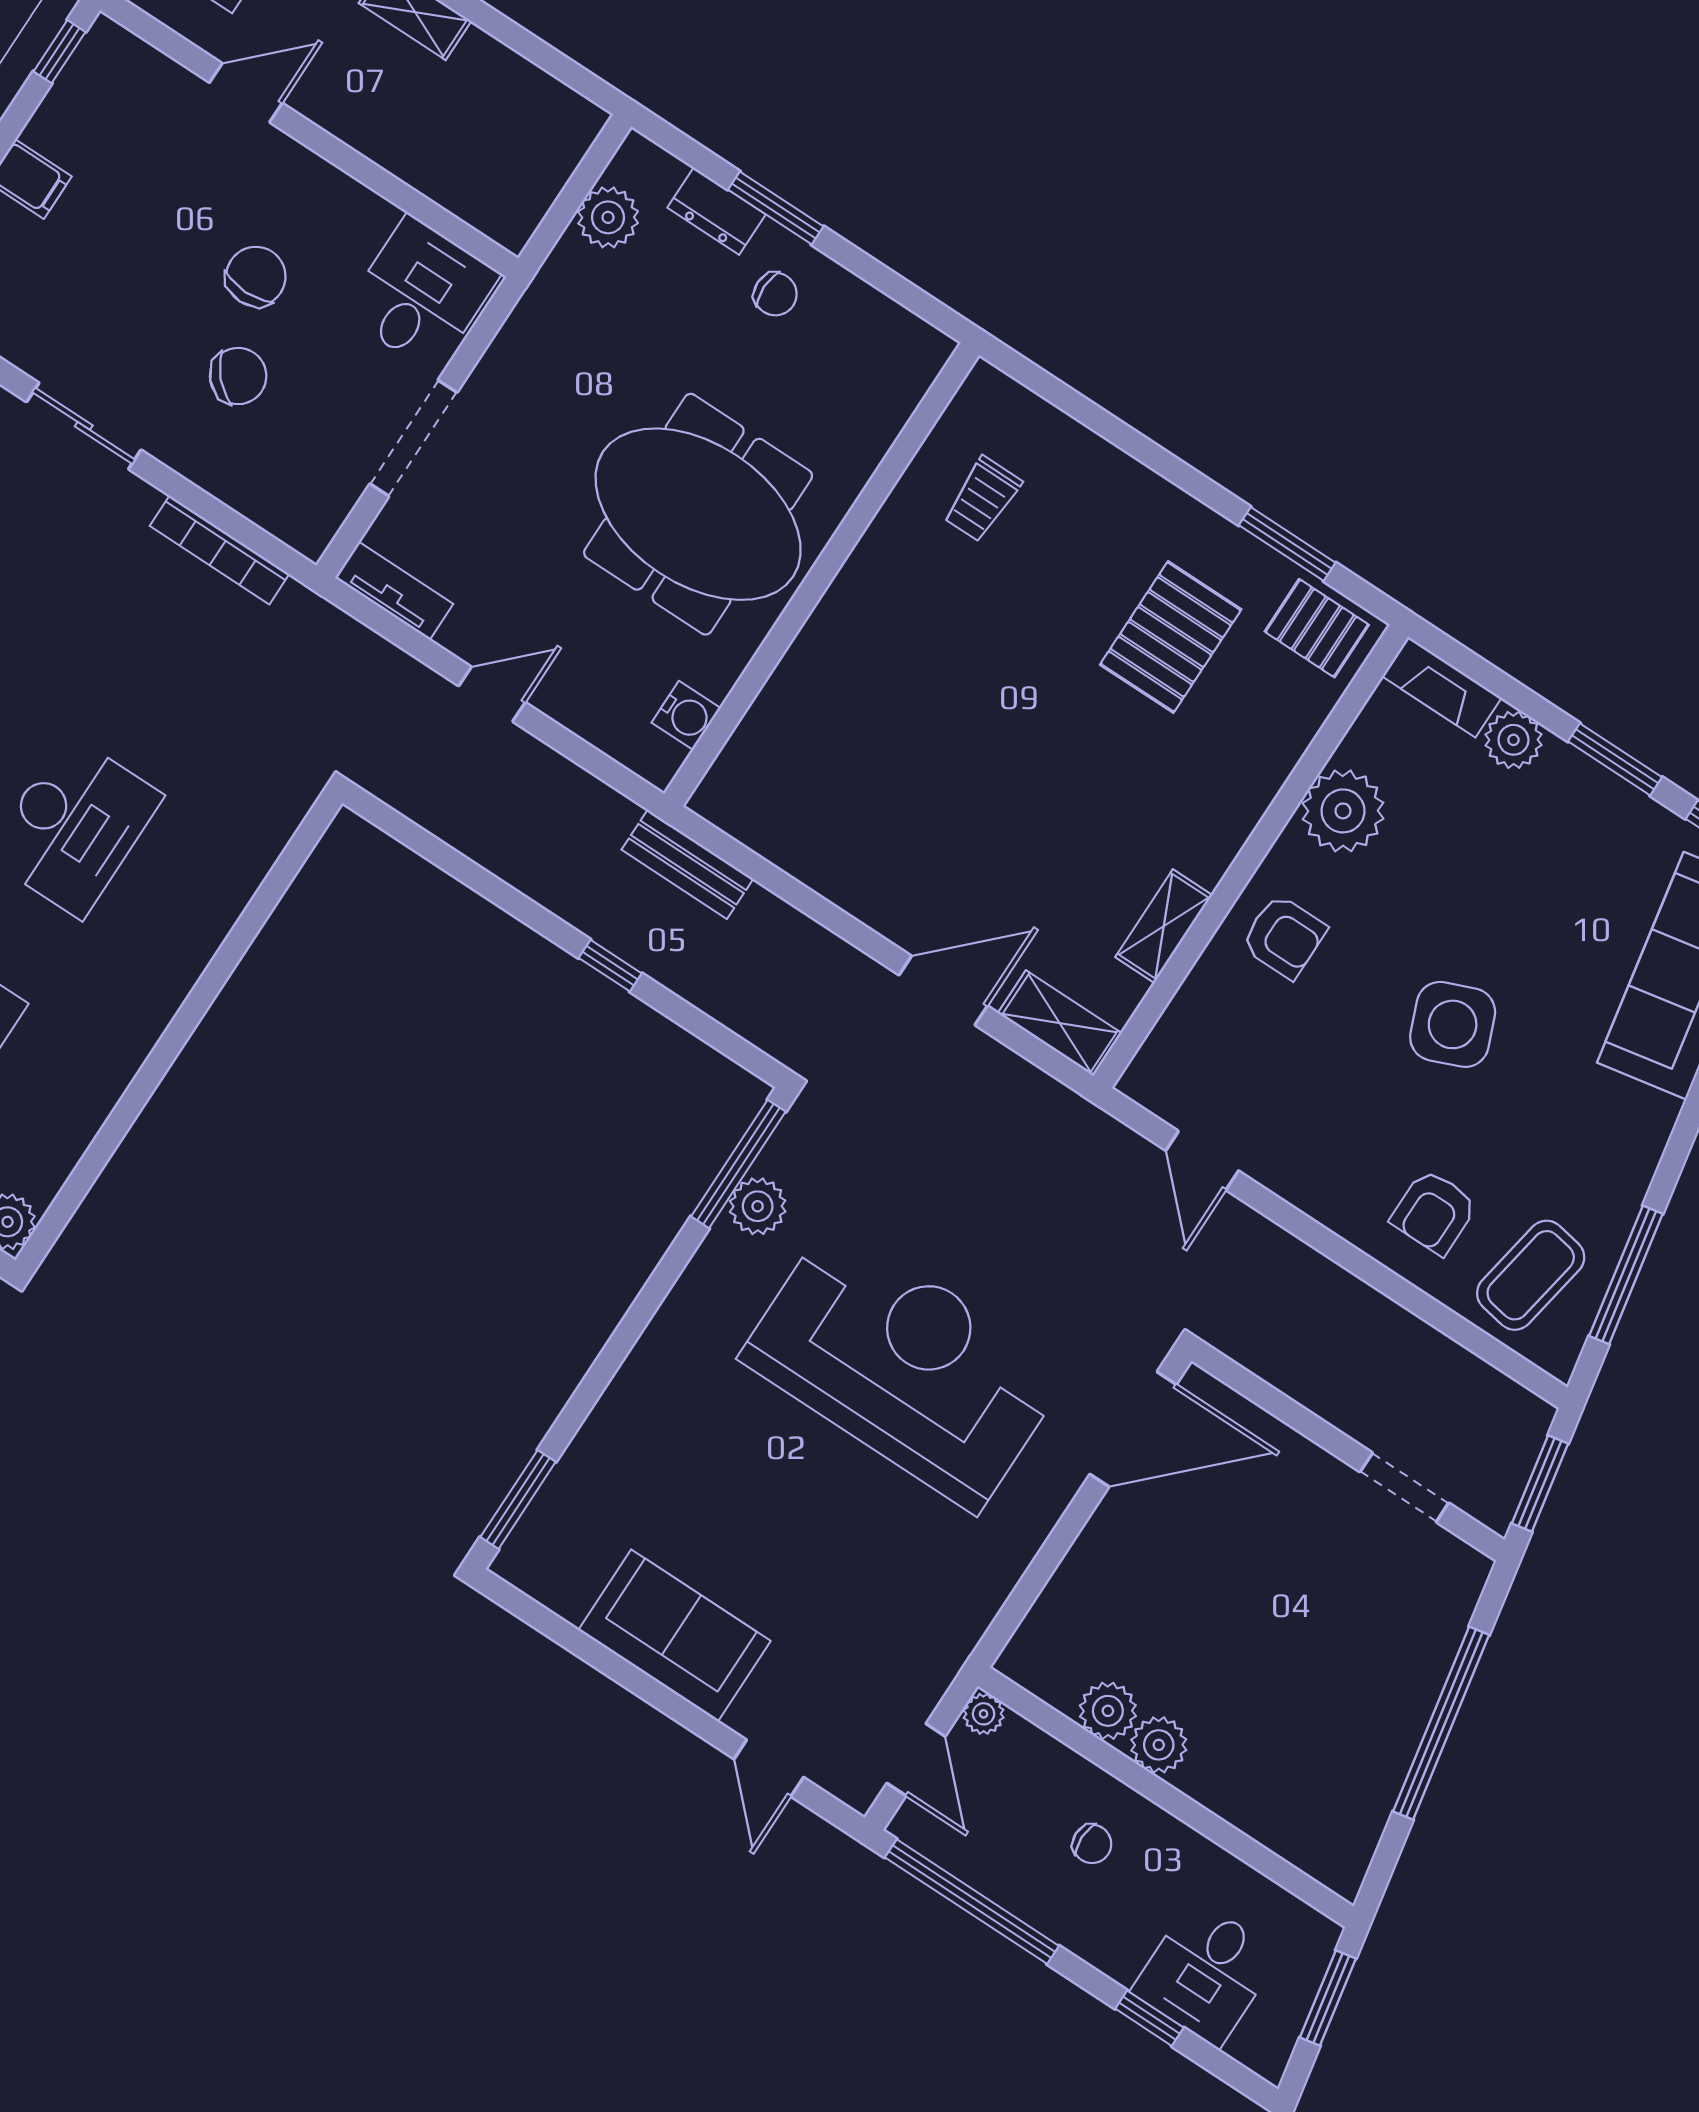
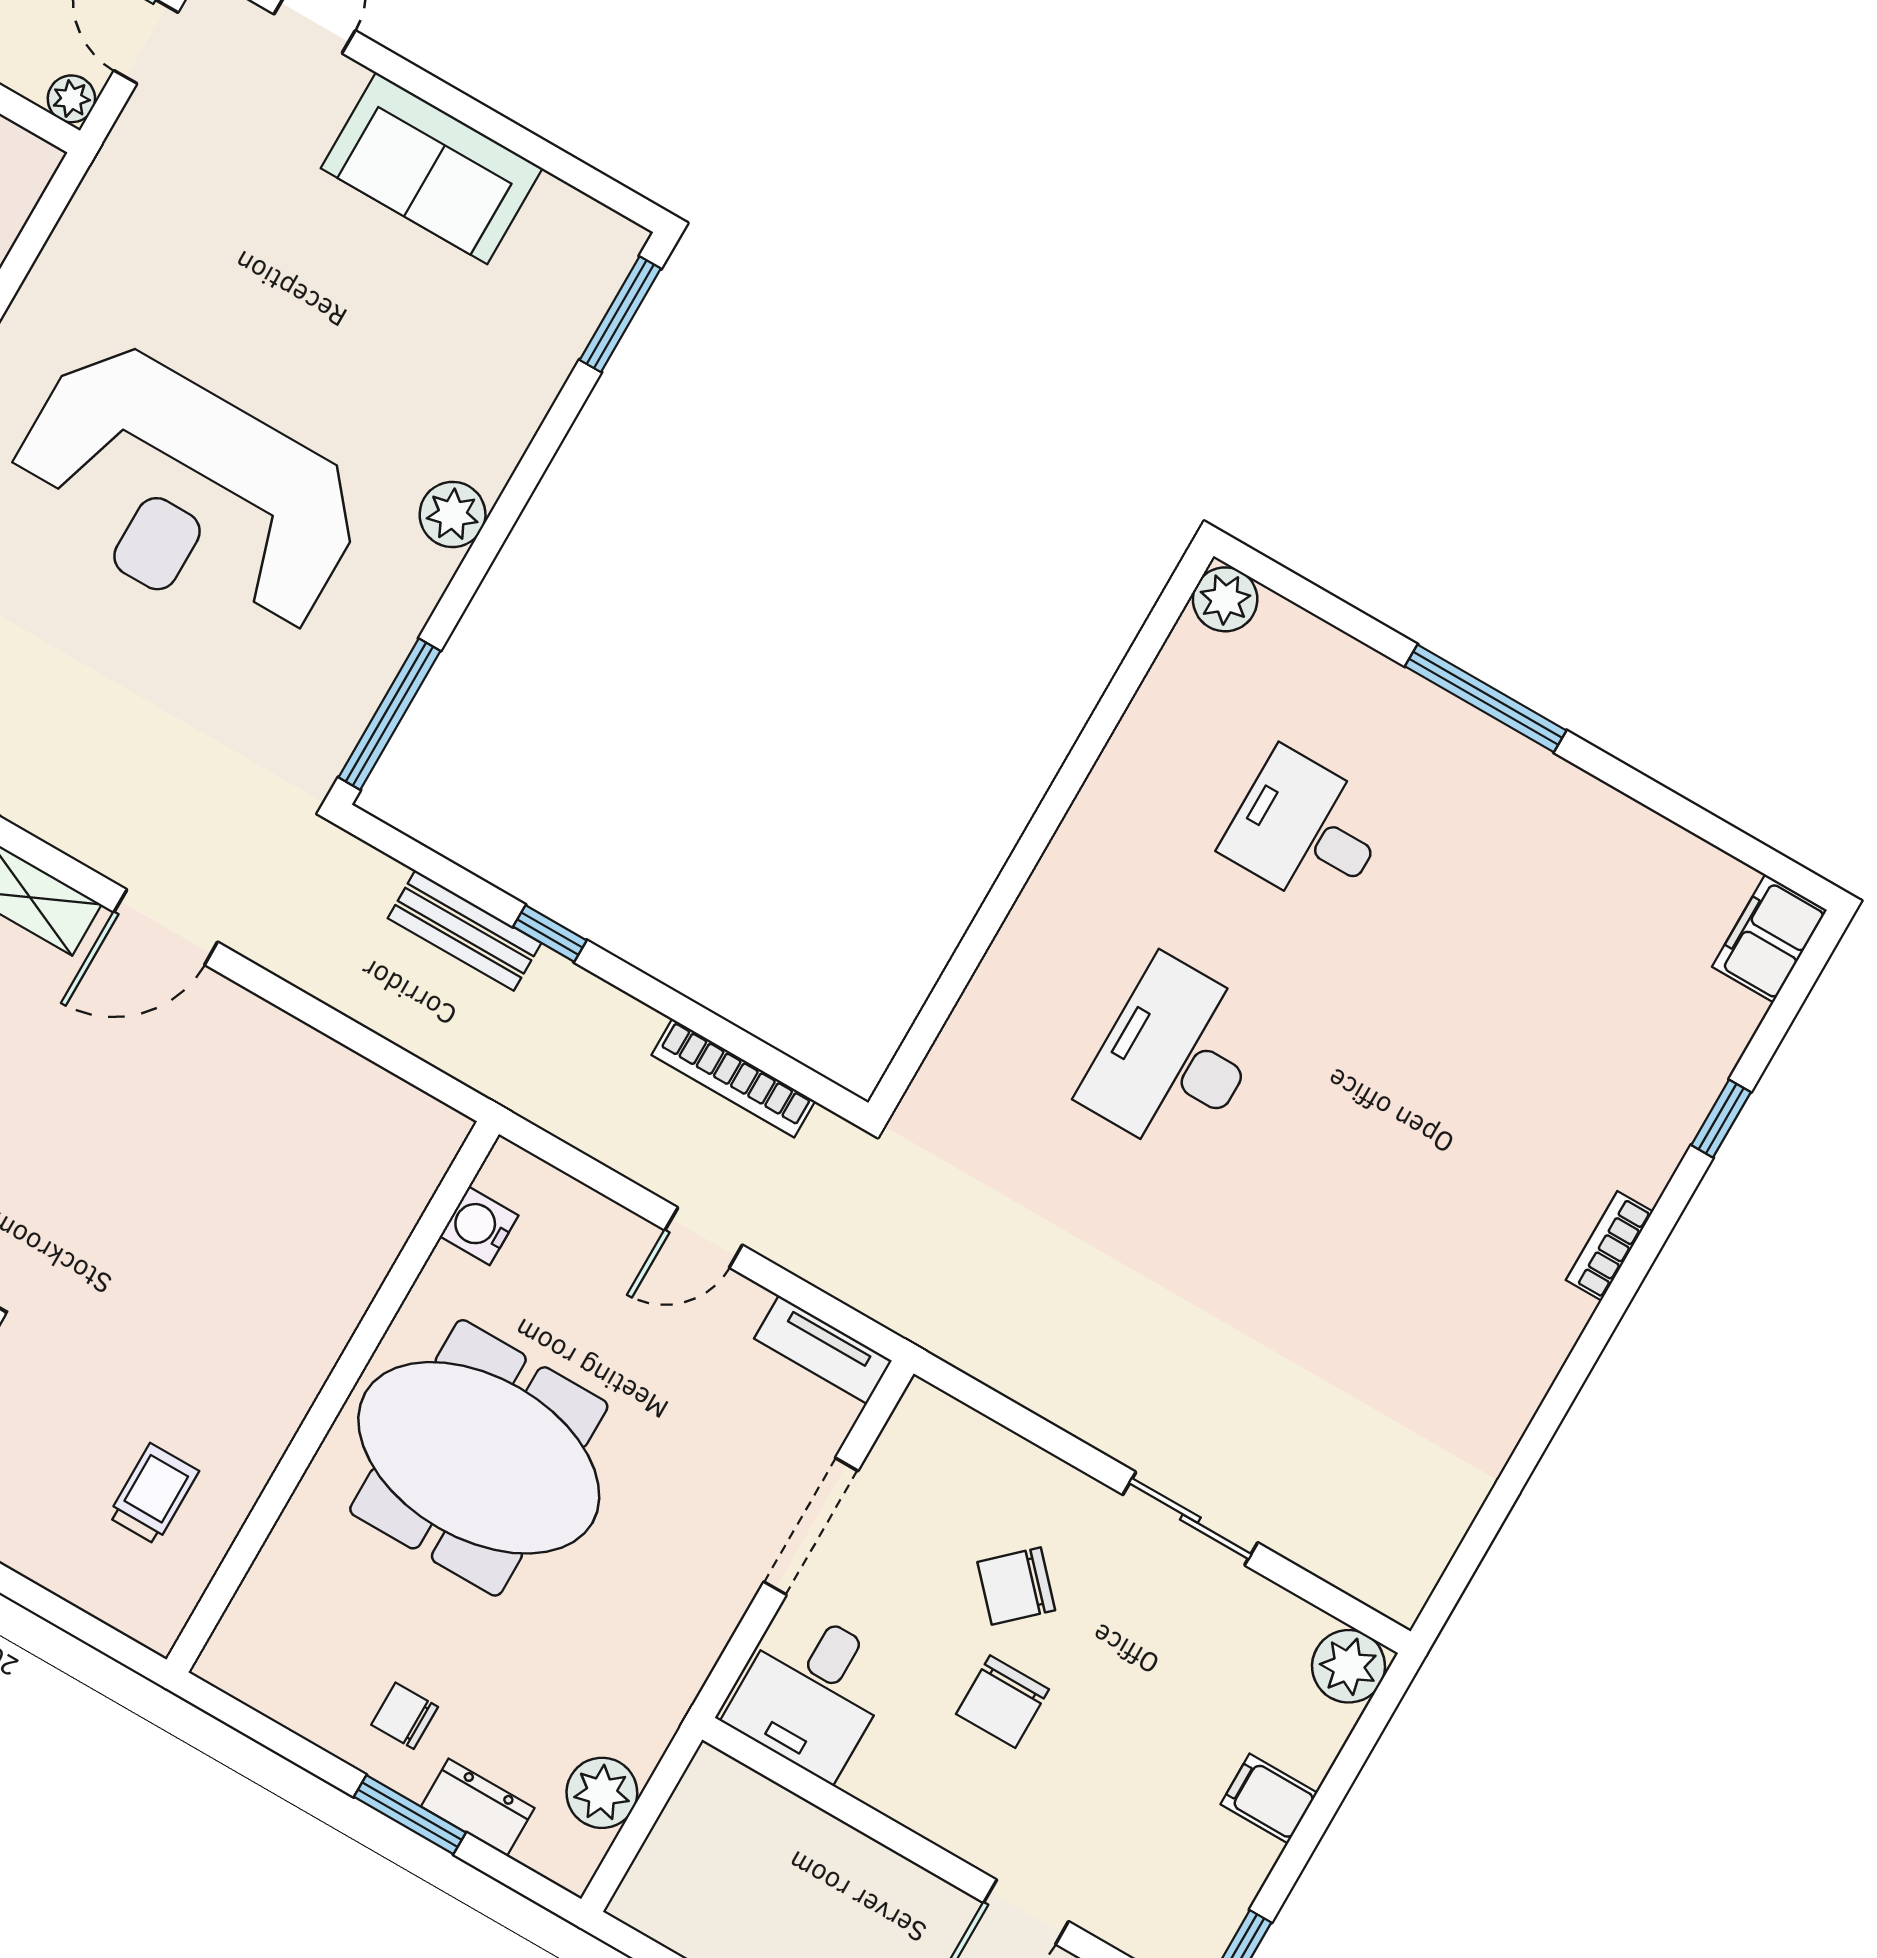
bookcase: (220, 550) -> (733, 1078), moved, turned 180
bench: (687, 864) -> (464, 931), moved
plant: (758, 1206) -> (453, 514), moved

